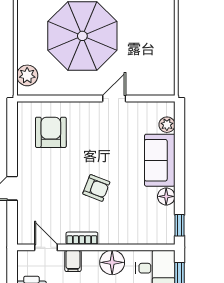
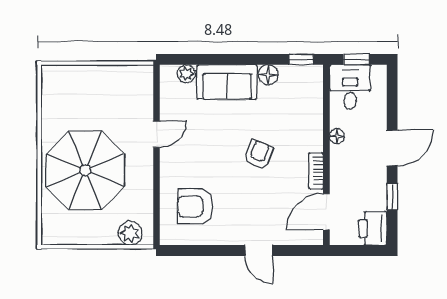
door: (114, 99) -> (157, 134), swing flipped
door: (46, 247) -> (326, 212), width x1.38
filing cabinet: (73, 261) -> (342, 181), removed
floor lamp: (112, 262) -> (337, 136), width x0.53, depth x0.53

